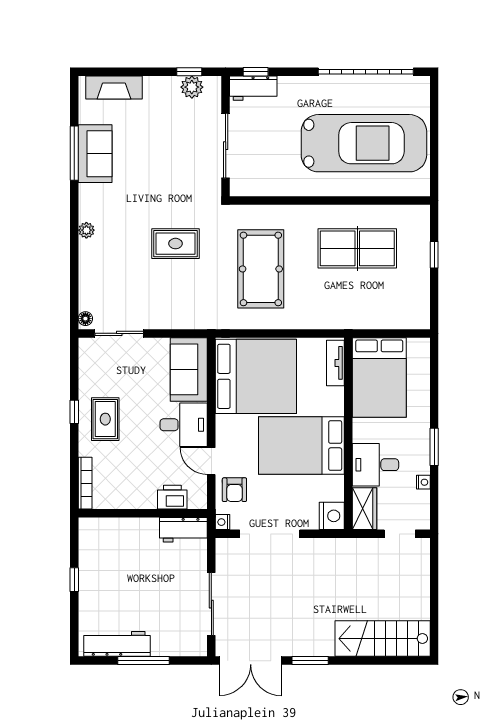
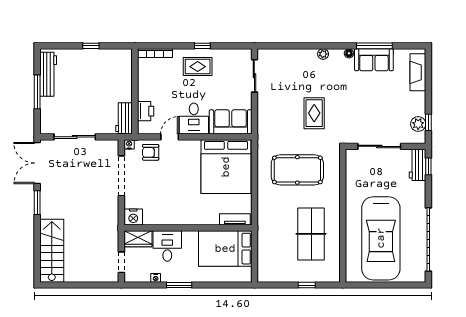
floor lamp: (85, 319) -> (349, 53), moved
bed: (301, 446) -> (180, 197), removed

